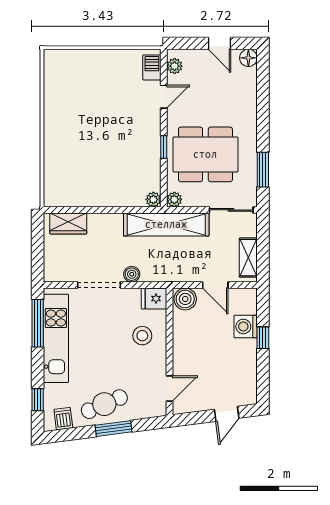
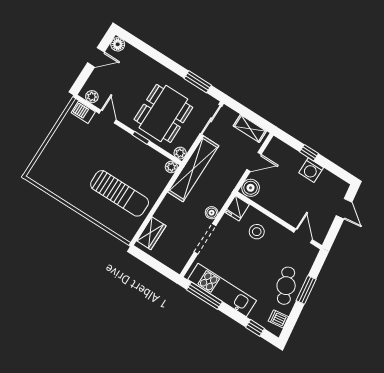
sun lounger: (90, 162) -> (120, 193), added
washing machine: (246, 326) -> (311, 170), moved

